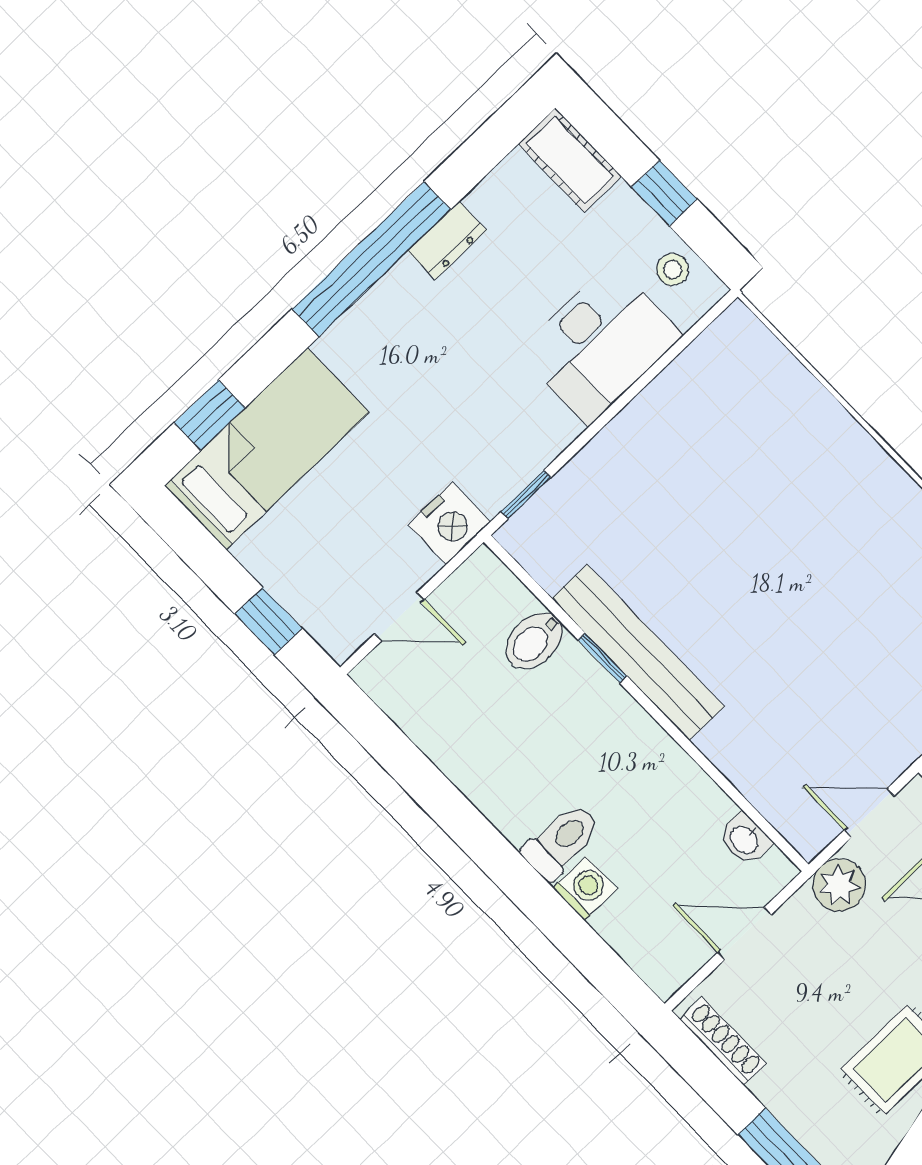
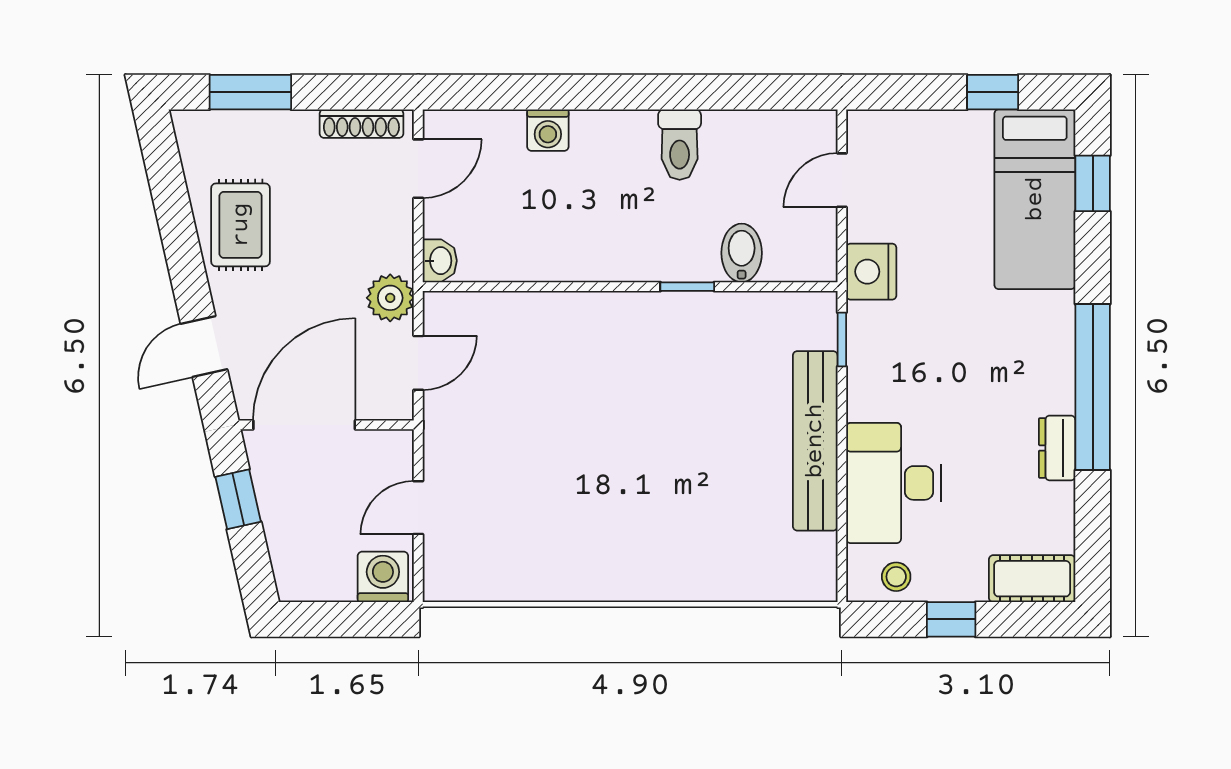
window: (268, 621) -> (993, 92), moved
bench: (638, 652) -> (815, 441), moved, turned 90
washbasin: (745, 839) -> (440, 261), moved, turned 90
toilet: (562, 841) -> (680, 145), moved
door: (744, 934) -> (418, 169), moved

